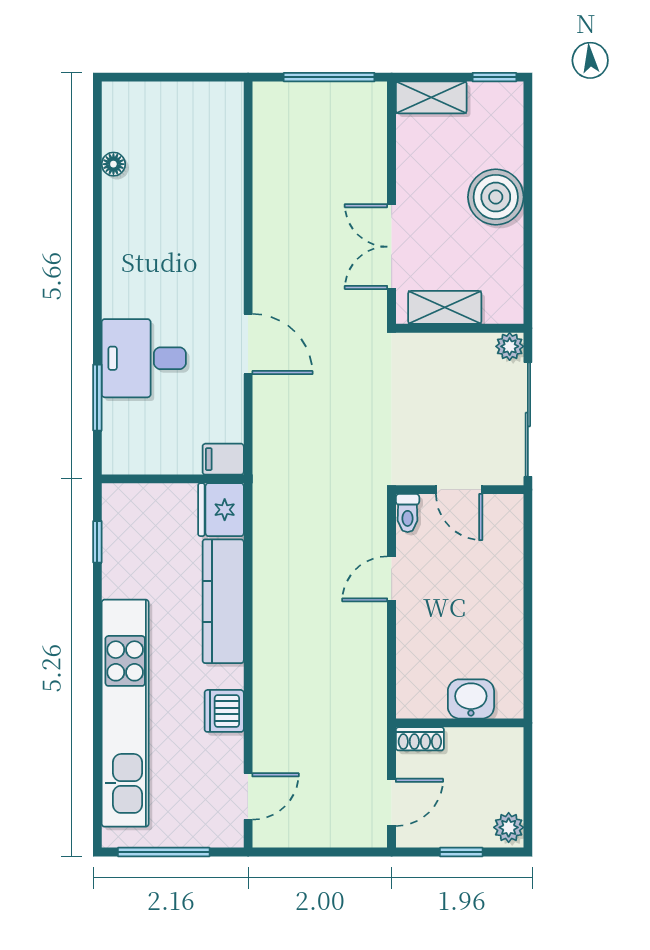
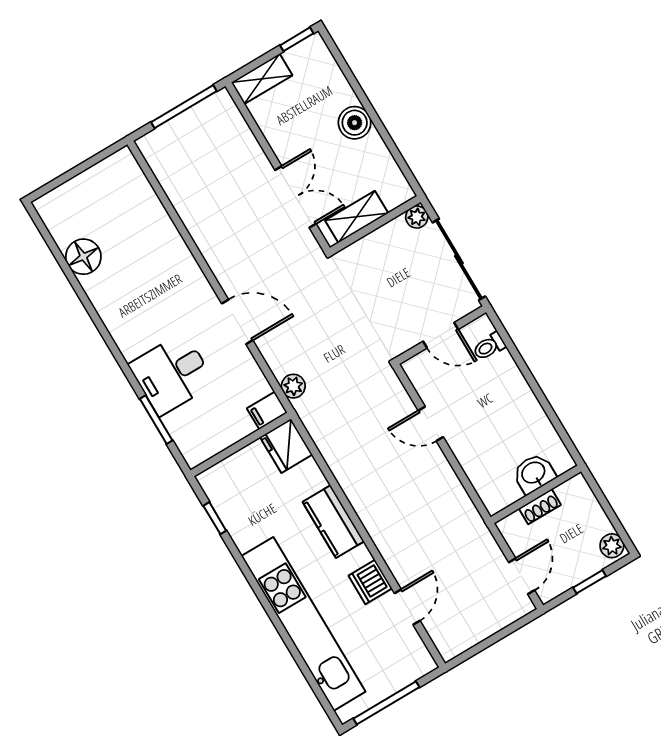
floor lamp: (113, 164) -> (83, 257), width x1.89, depth x1.89
boiler: (496, 197) -> (355, 123), width x0.73, depth x0.73
double door: (392, 247) -> (296, 197), swing flipped
plant: (267, 450) -> (293, 386), added
toilet: (408, 513) -> (489, 346), moved, turned 90
door: (392, 579) -> (431, 424), hinge flipped
kitchen counter: (223, 601) -> (333, 522), width x0.67
shoe rack: (420, 739) -> (540, 507), moved
door: (248, 796) -> (407, 607), moved

